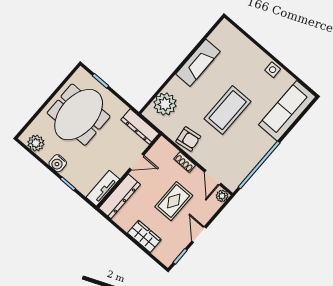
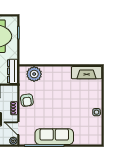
fireplace: (198, 63) -> (87, 73), moved
coffee table: (228, 110) -> (58, 107), removed
sofa: (287, 111) -> (54, 137), moved
door: (213, 178) -> (18, 128), hinge flipped

